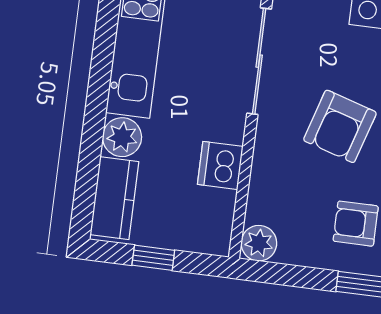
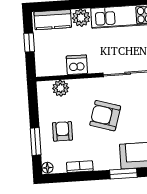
plant: (259, 243) -> (61, 88), moved

